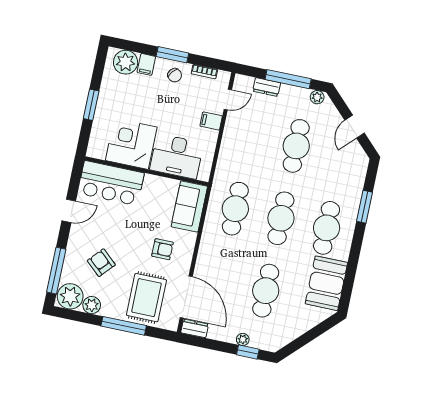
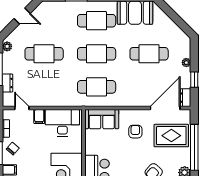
desk: (177, 156) -> (62, 123), moved, turned -90
window: (124, 326) -> (194, 147), width x1.46
window: (248, 352) -> (194, 80), moved

